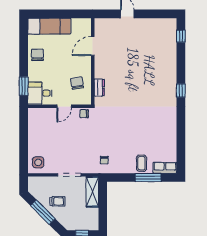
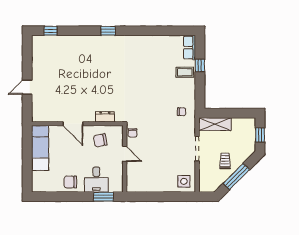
exam couch: (49, 26) -> (40, 148), moved
door: (93, 46) -> (73, 124), moved
desk: (40, 93) -> (96, 180), moved
window: (148, 178) -> (200, 65), width x0.46

